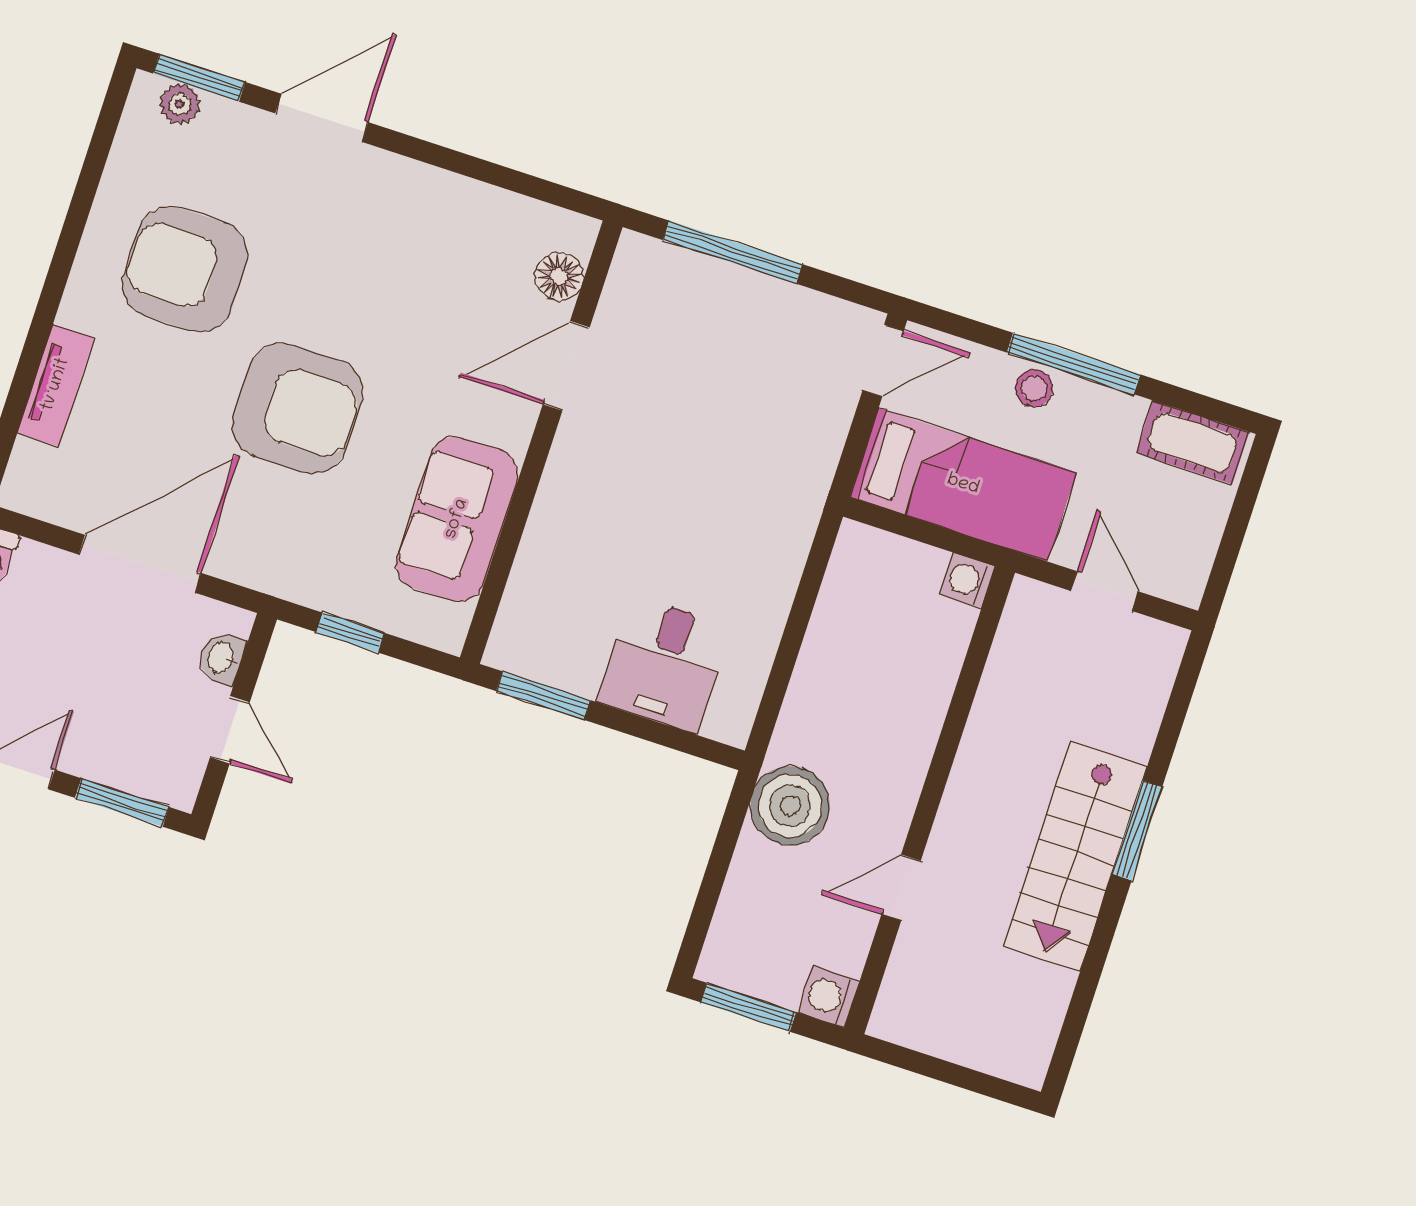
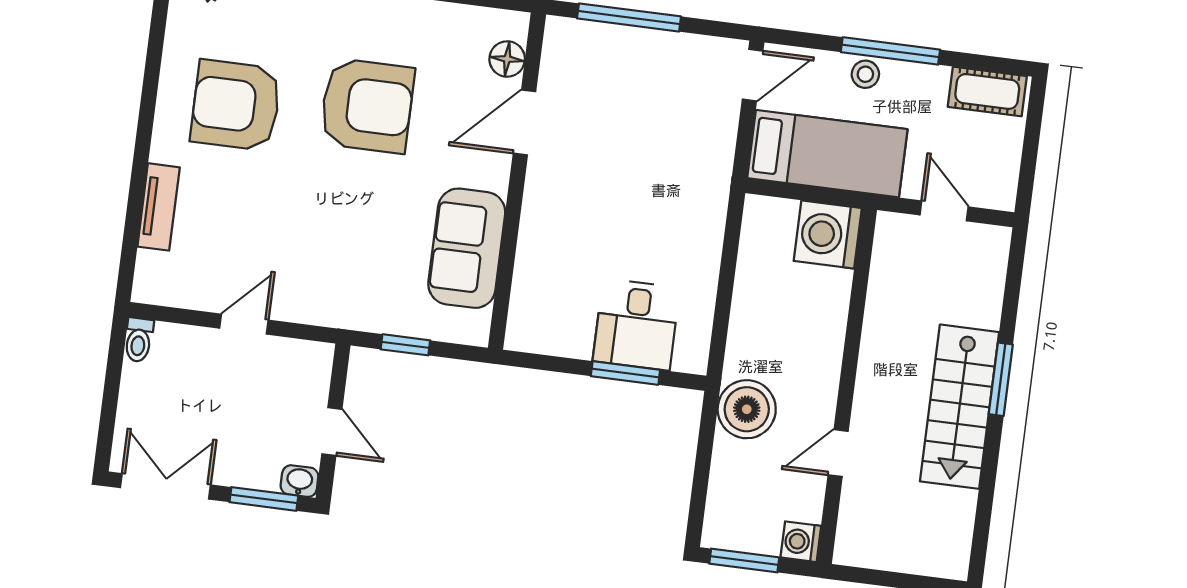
armchair: (297, 408) -> (367, 106), moved
door: (140, 564) -> (244, 324), width x0.53
washing machine: (968, 580) -> (828, 234), width x1.89, depth x1.89
washbasin: (222, 658) -> (299, 481), moved, turned 90
window: (543, 696) -> (625, 373), moved

